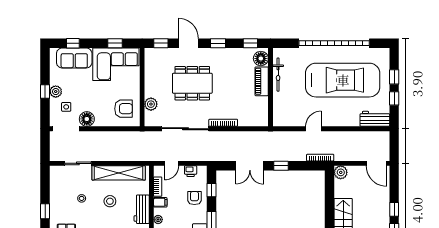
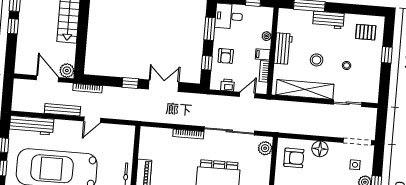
plant: (151, 104) -> (265, 148), moved
armchair: (123, 109) -> (294, 158), turned 180
floor lamp: (87, 119) -> (320, 149), moved
workbench: (375, 119) -> (32, 125), width x1.38
bench: (342, 136) -> (62, 110), added
door: (376, 163) -> (47, 79), moved

